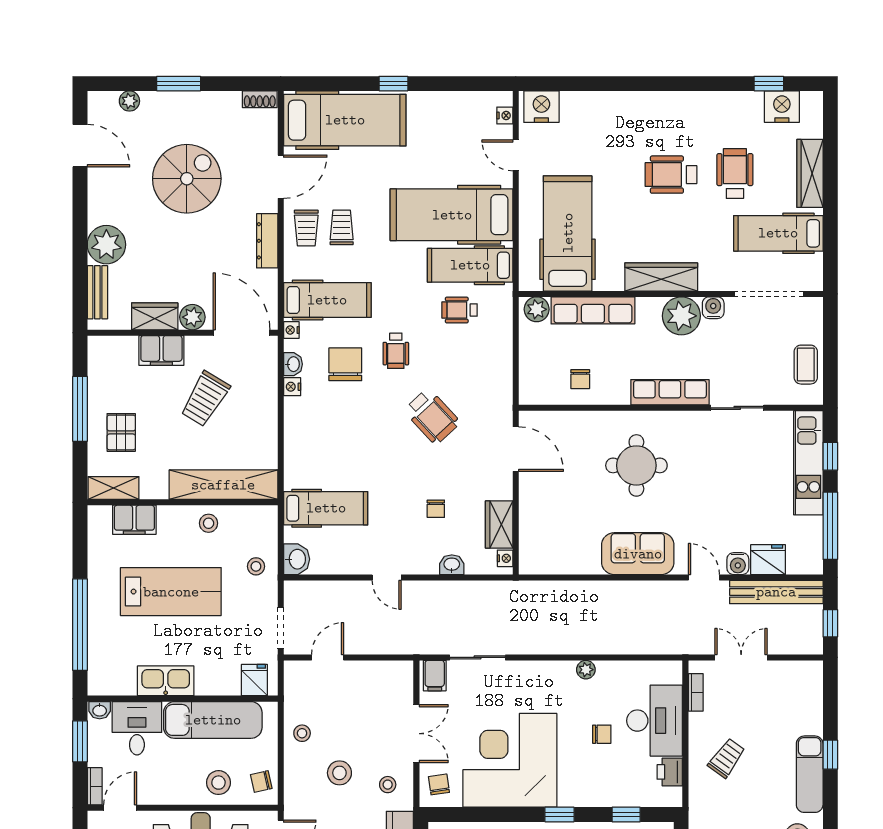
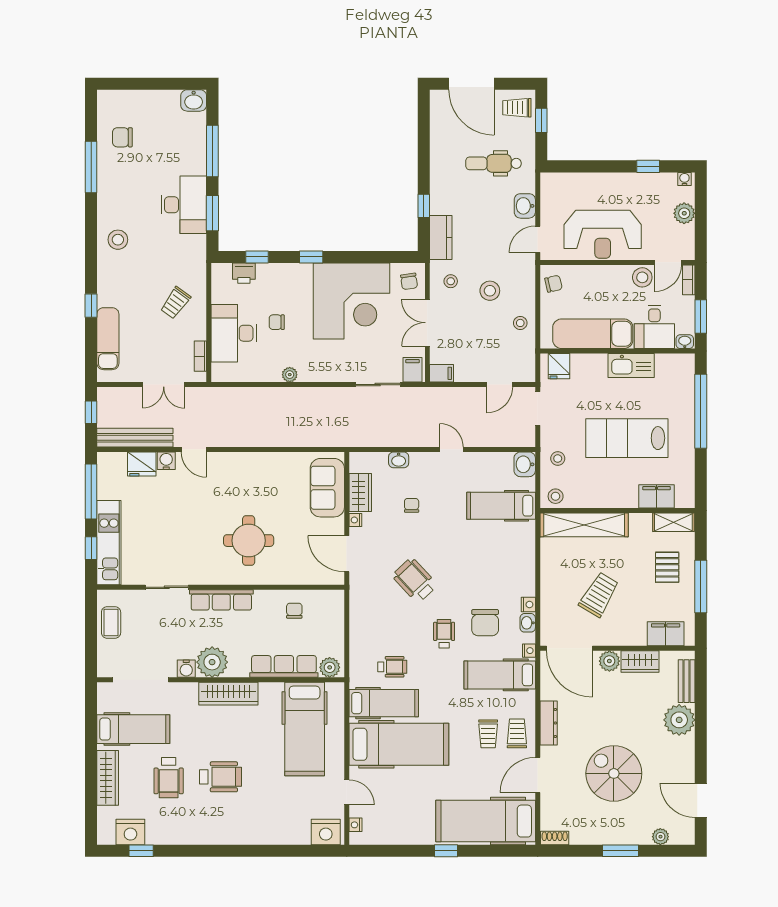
spiral stairs: (187, 179) -> (614, 773), turned 90
filing cabinet: (161, 351) -> (666, 634), moved
stool: (209, 523) -> (556, 496), moved
sofa: (638, 554) -> (327, 488), moved, turned 90
nightstand: (505, 558) -> (355, 520), moved
filing cabinet: (399, 671) -> (442, 373), added
printer: (670, 772) -> (244, 273), moved, turned 90
exam couch: (810, 774) -> (108, 339), moved
stool: (218, 783) -> (642, 277), moved

